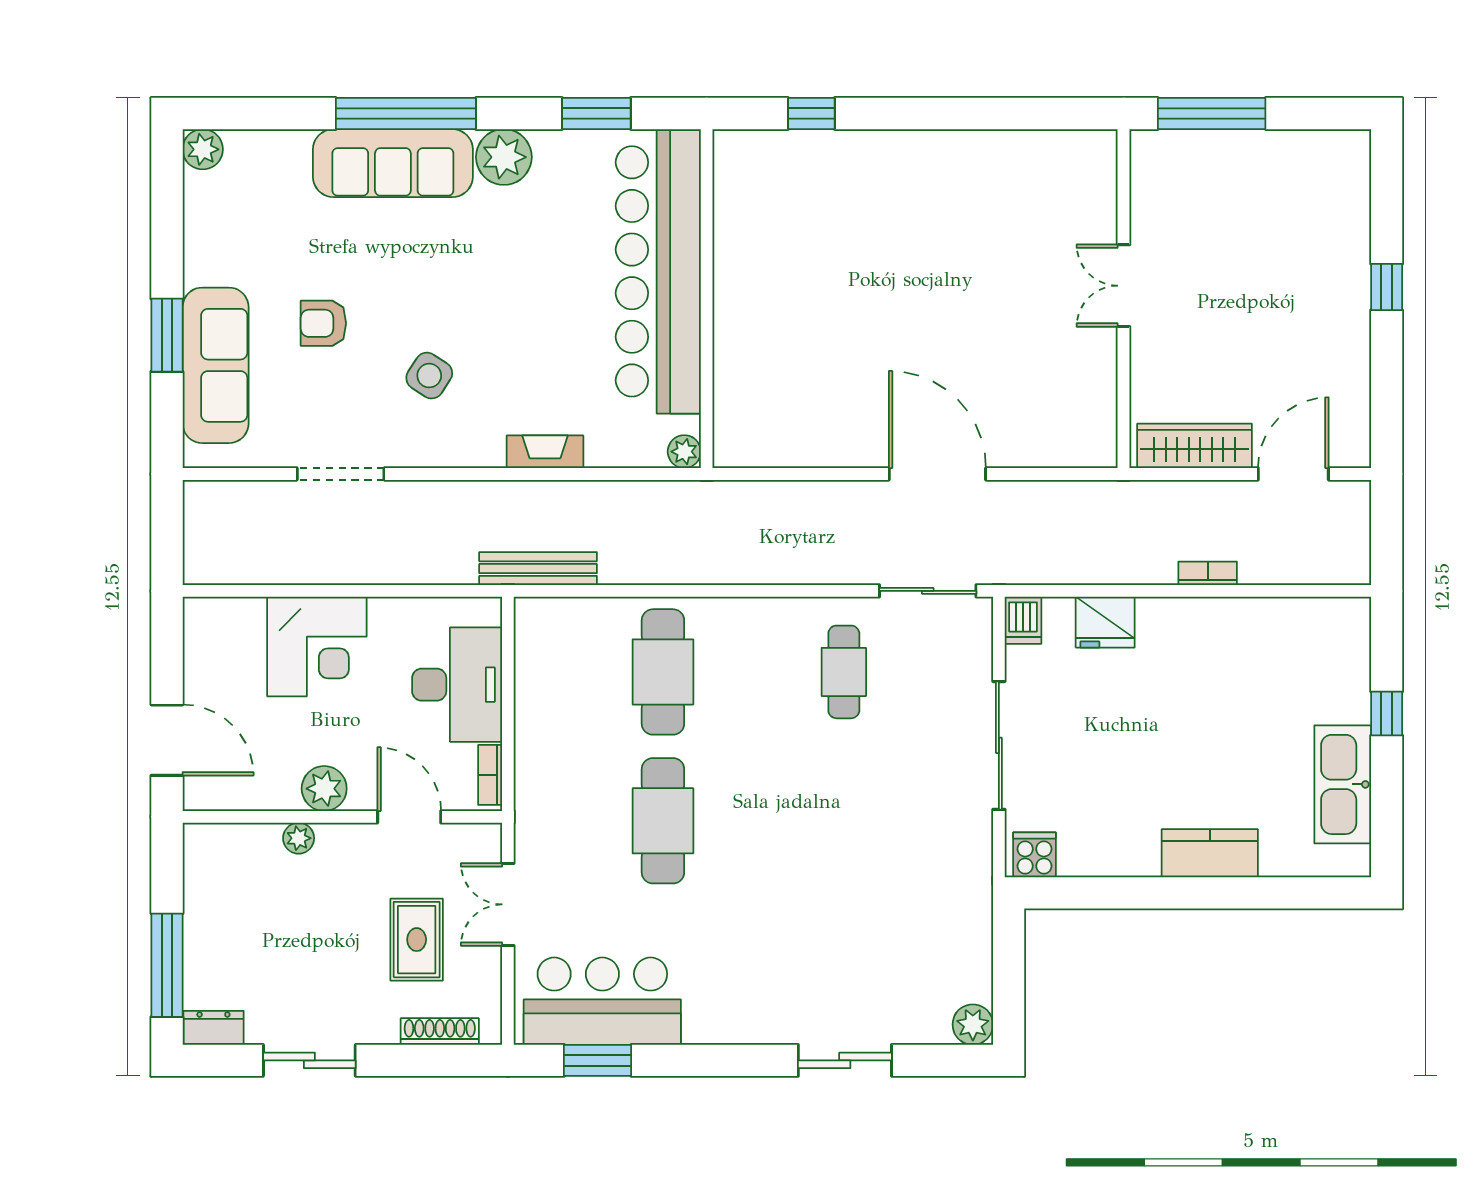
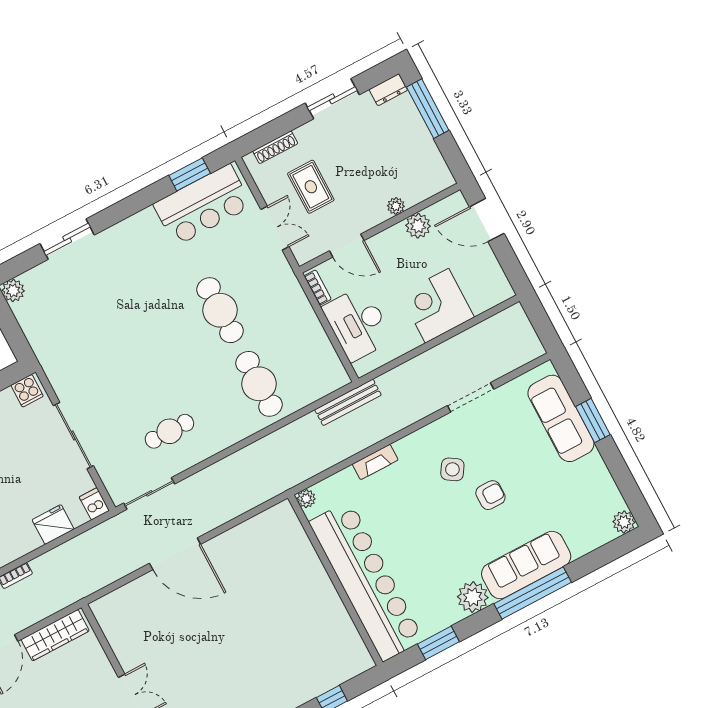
armchair: (323, 323) -> (490, 495), moved
cafe table: (844, 672) -> (169, 431), turned 90
plant: (324, 789) -> (418, 226), moved

